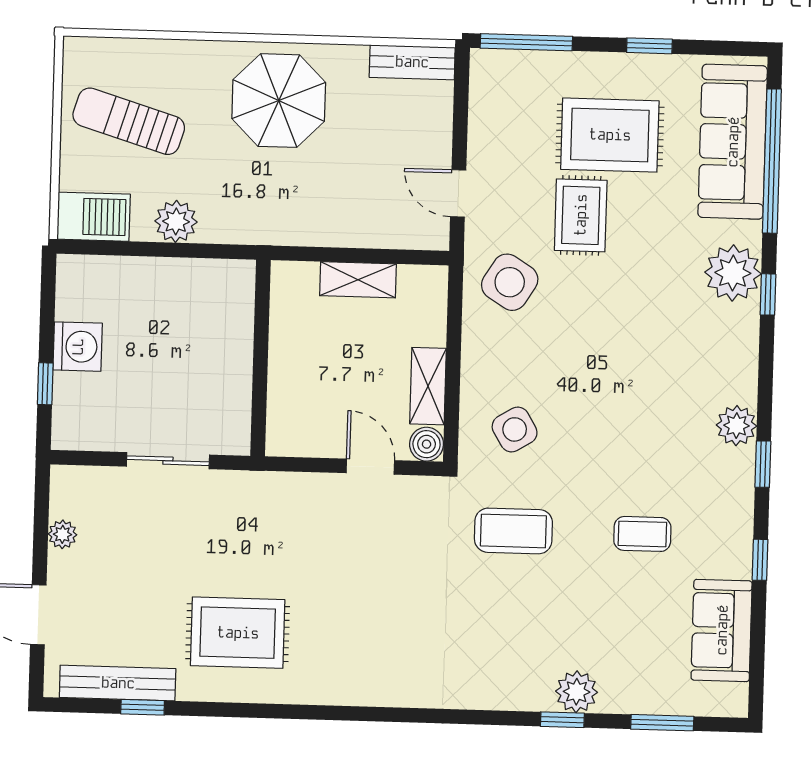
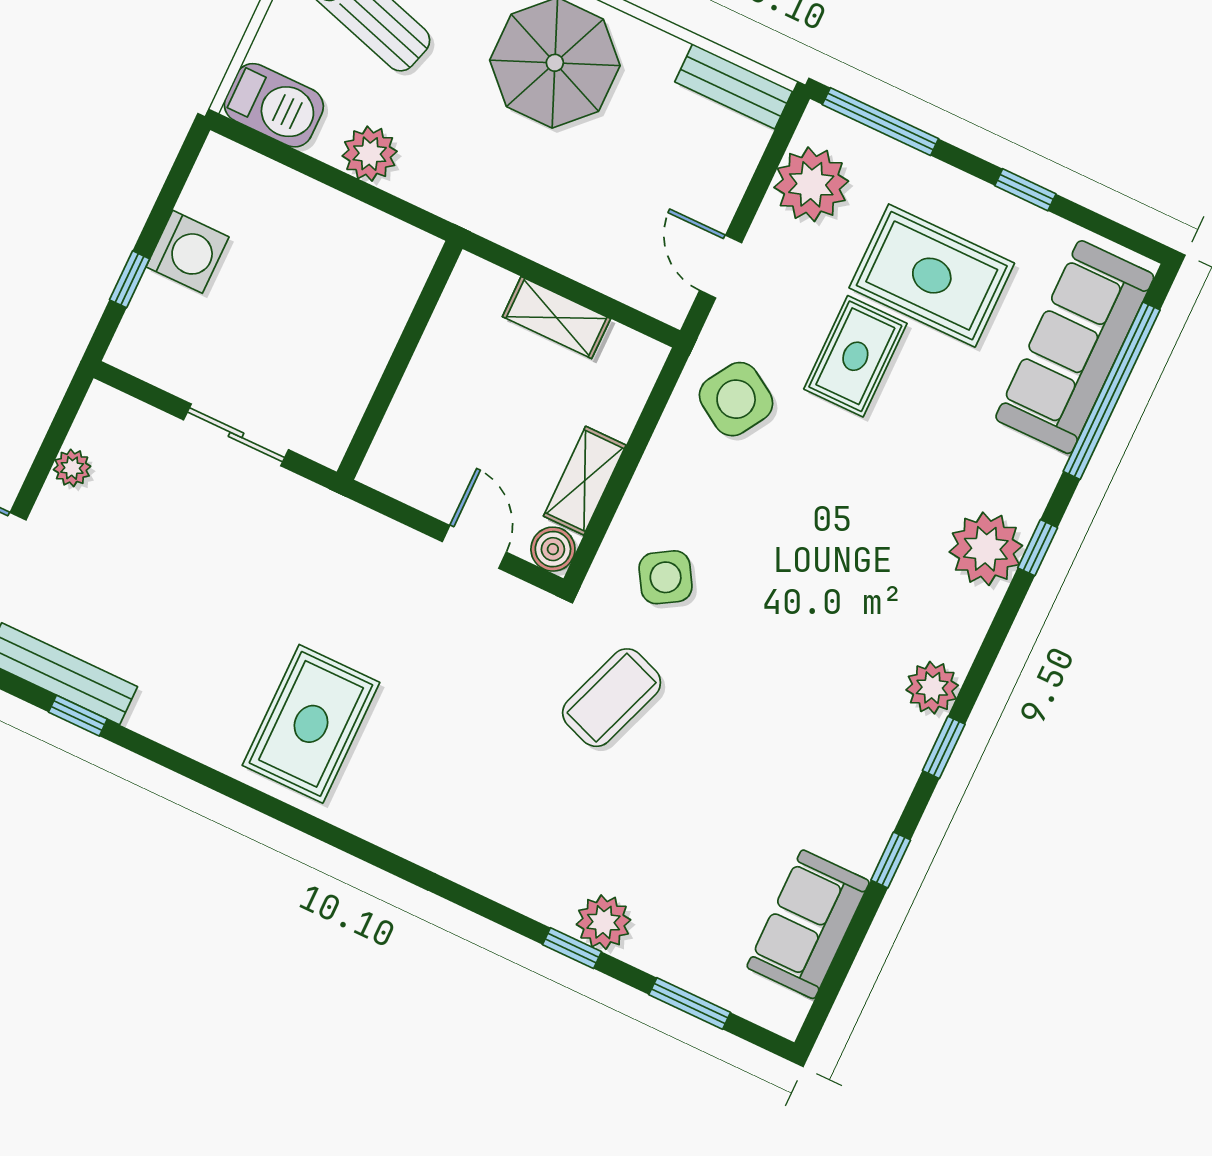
plant: (497, 108) -> (811, 184), added
plant: (733, 273) -> (986, 549), moved
coffee table: (513, 531) -> (612, 698), turned -70
coffee table: (642, 534) -> (764, 768), removed
rug: (238, 633) -> (311, 724), moved, turned 90

